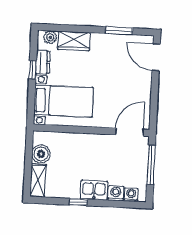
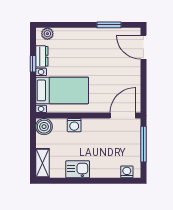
wardrobe: (74, 41) -> (69, 36), removed
boiler: (41, 154) -> (44, 127), moved
kitchen sink: (94, 190) -> (78, 169), moved
washing machine: (116, 193) -> (74, 125), moved, turned 180
window: (78, 202) -> (80, 181), removed

